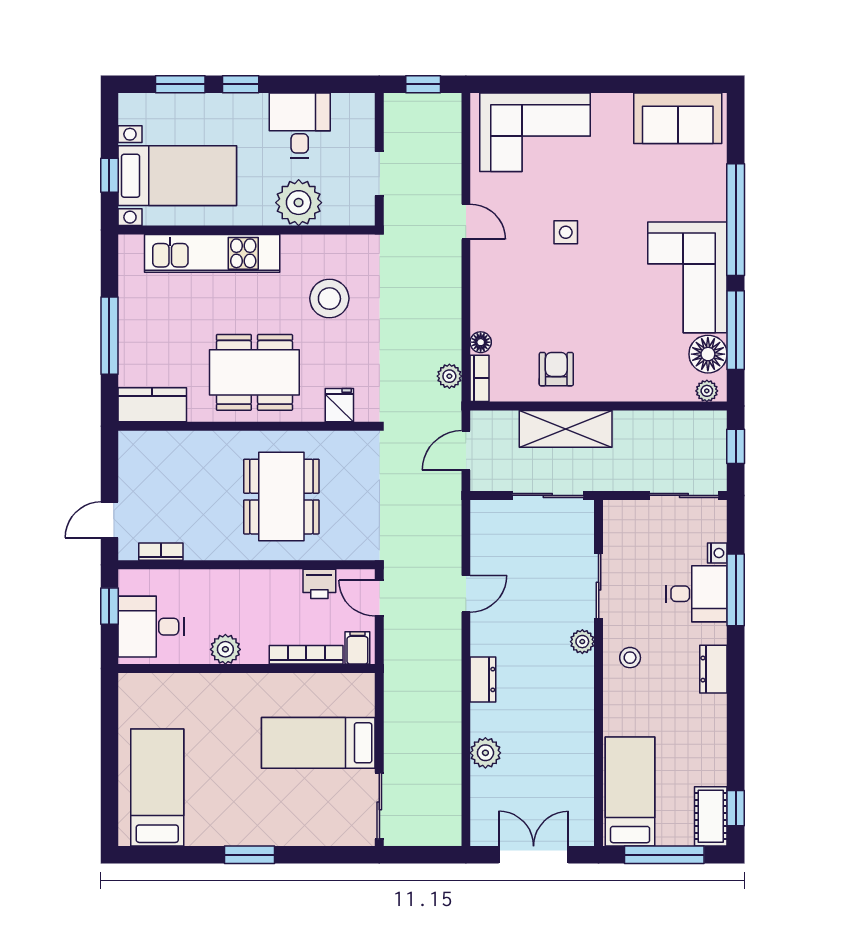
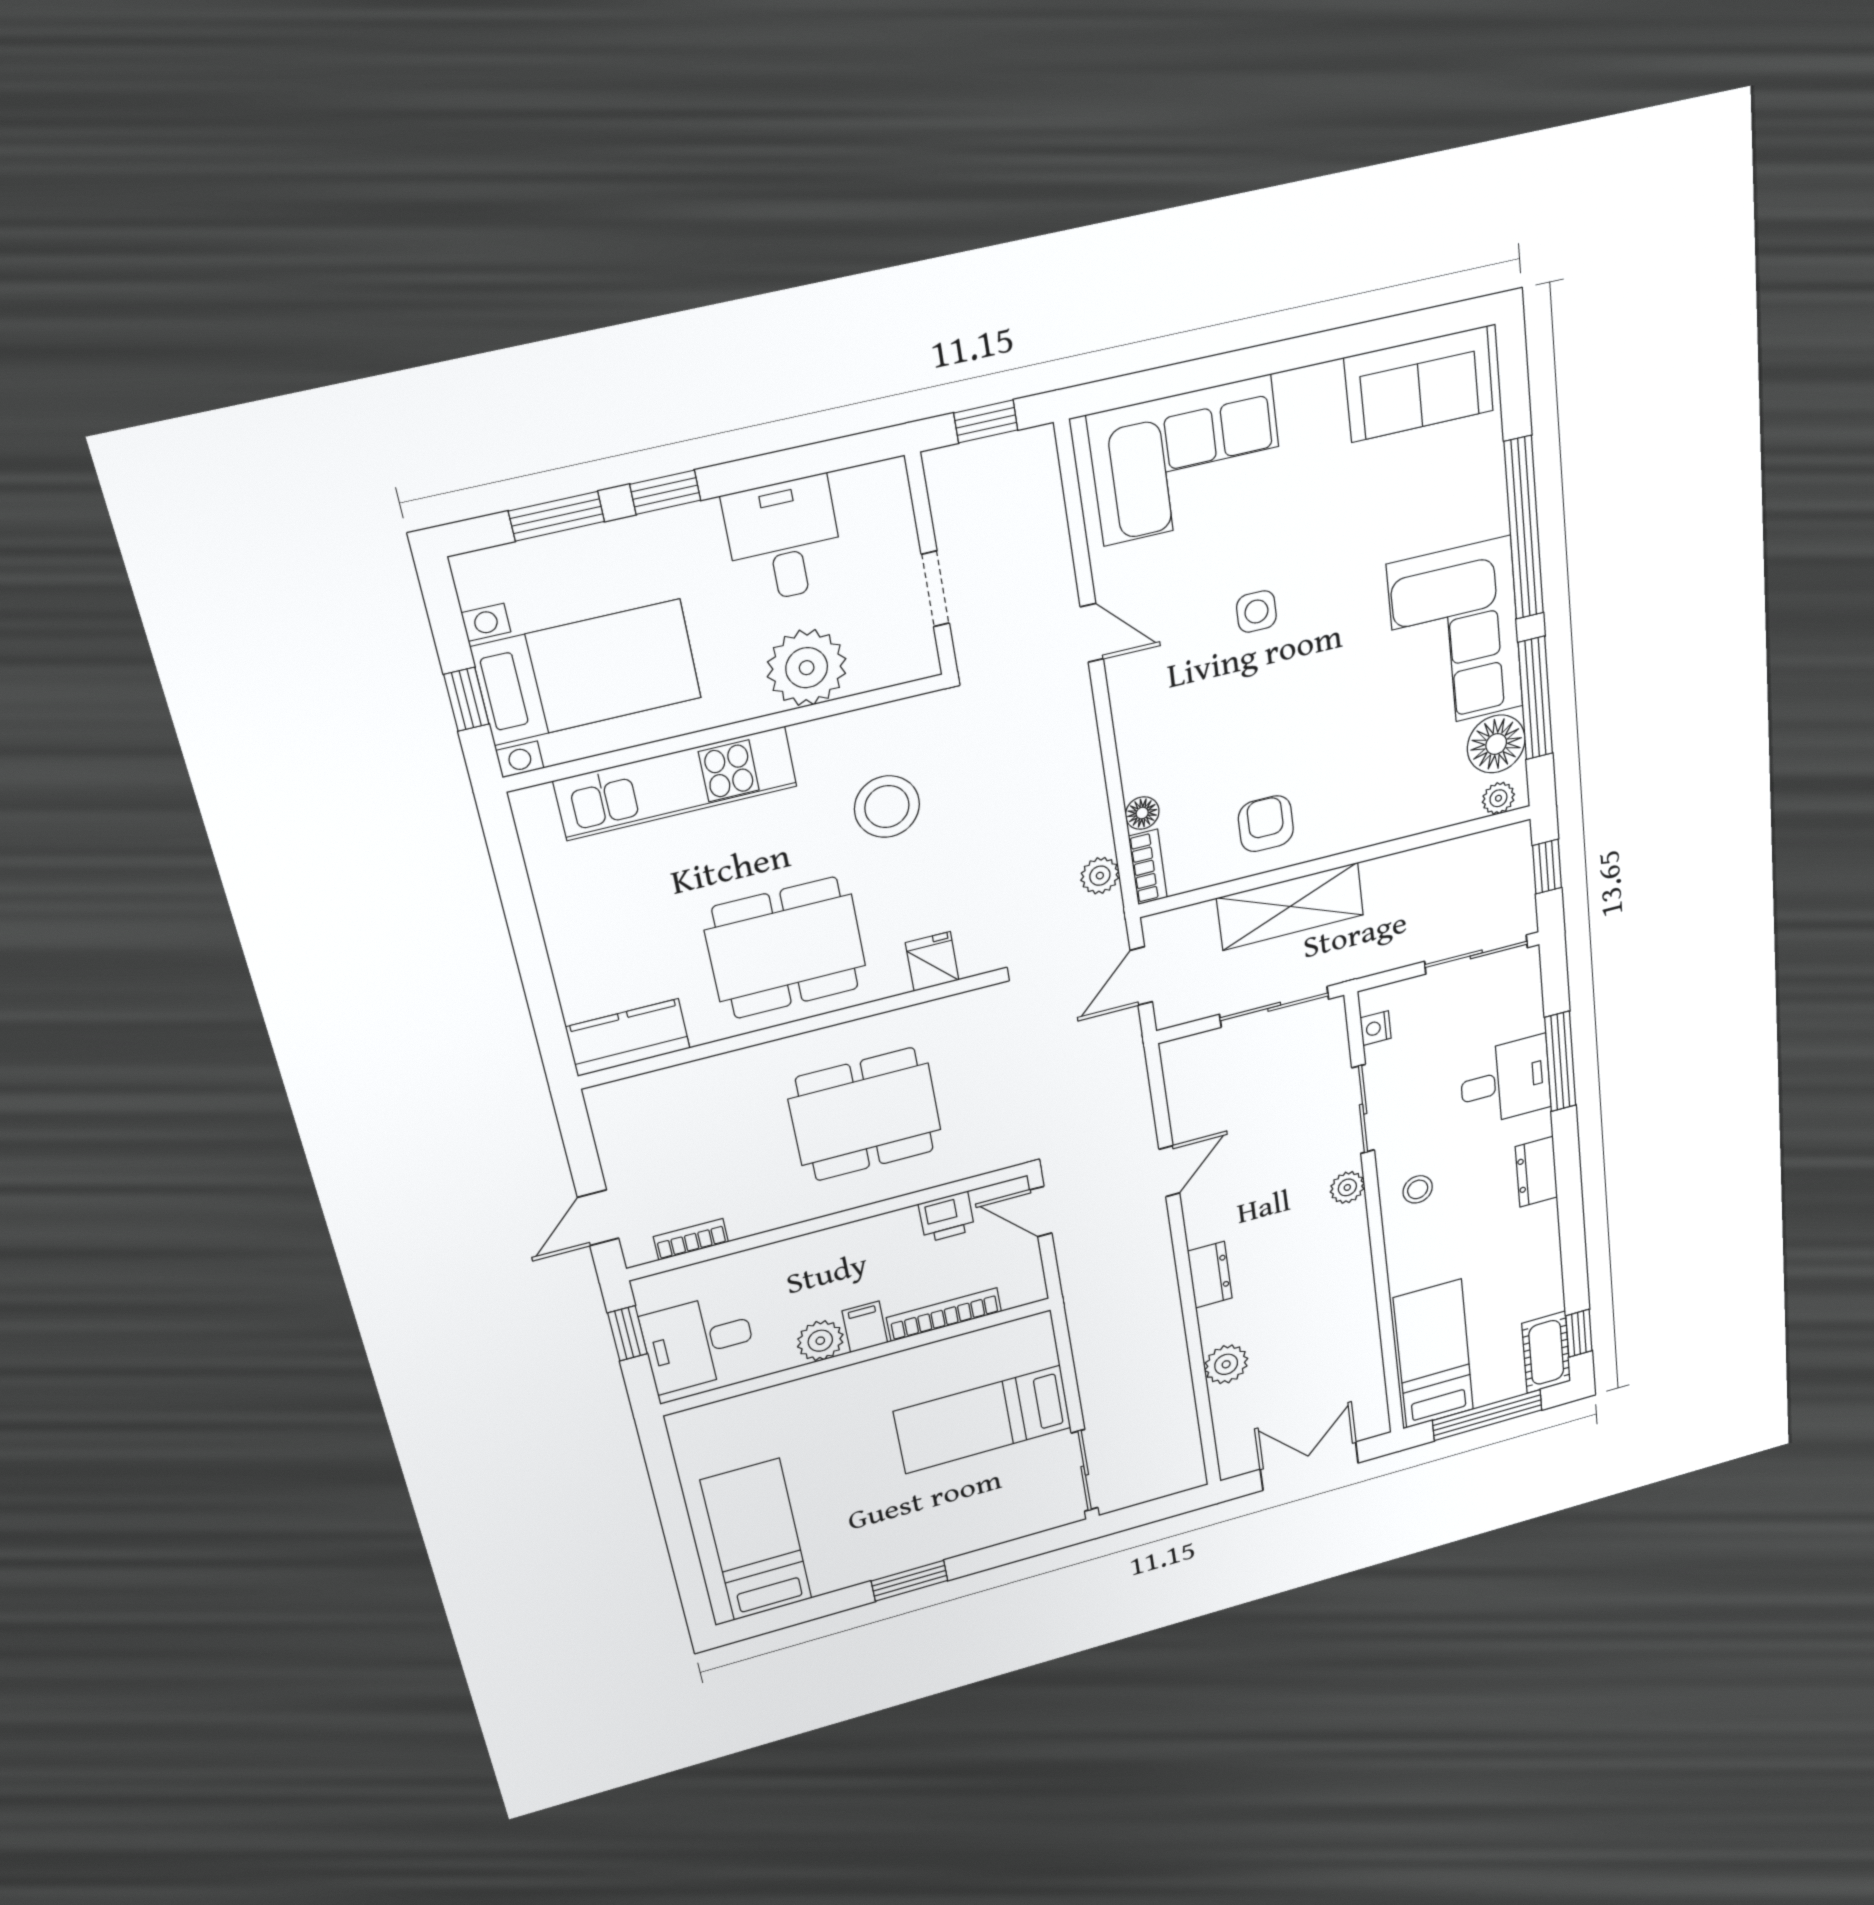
window: (109, 336) -> (531, 953), removed
dining table: (281, 497) -> (865, 1114), turned 90
nightstand: (717, 553) -> (1376, 1028), moved, turned 180
filing cabinet: (357, 648) -> (865, 1327), moved

